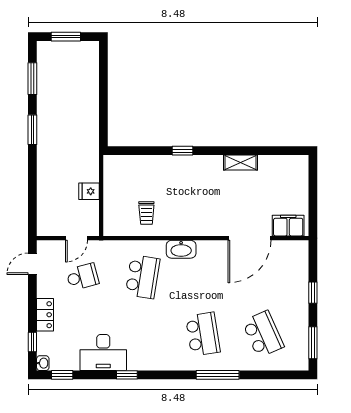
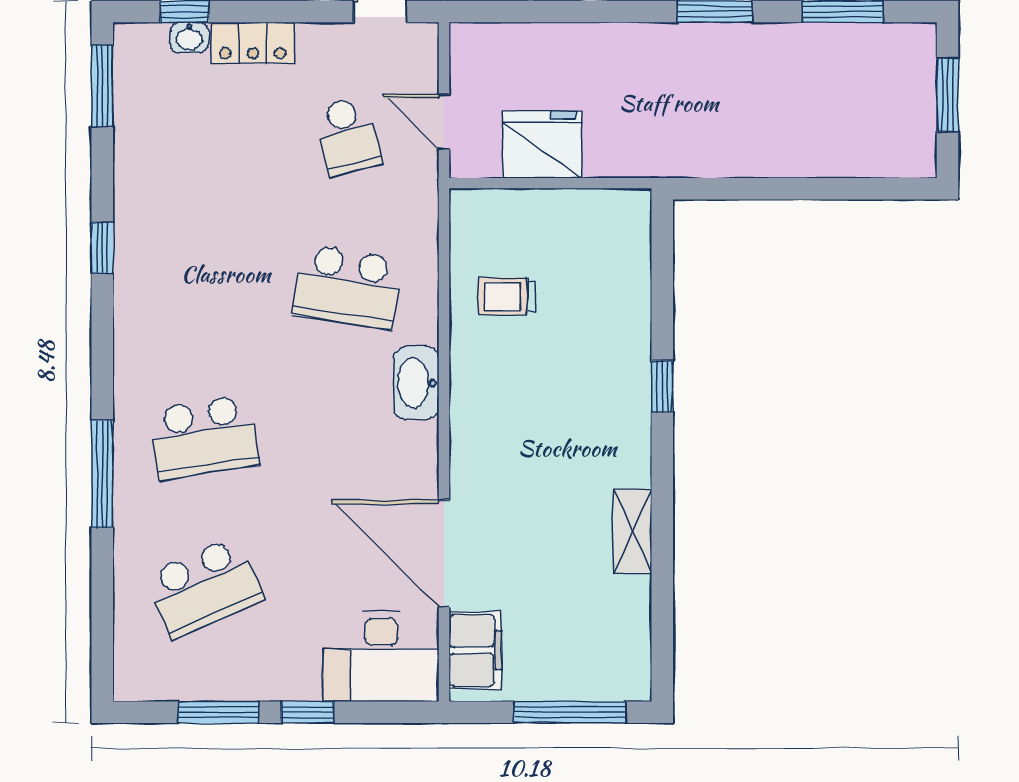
window: (313, 188) -> (570, 712), added
fridge: (89, 191) -> (542, 144), width x1.88, depth x1.34
window: (313, 343) -> (218, 712), moved
desk: (103, 353) -> (381, 656), moved, turned -90
washbasin: (43, 363) -> (189, 38), moved
window: (62, 375) -> (102, 86), width x1.50

